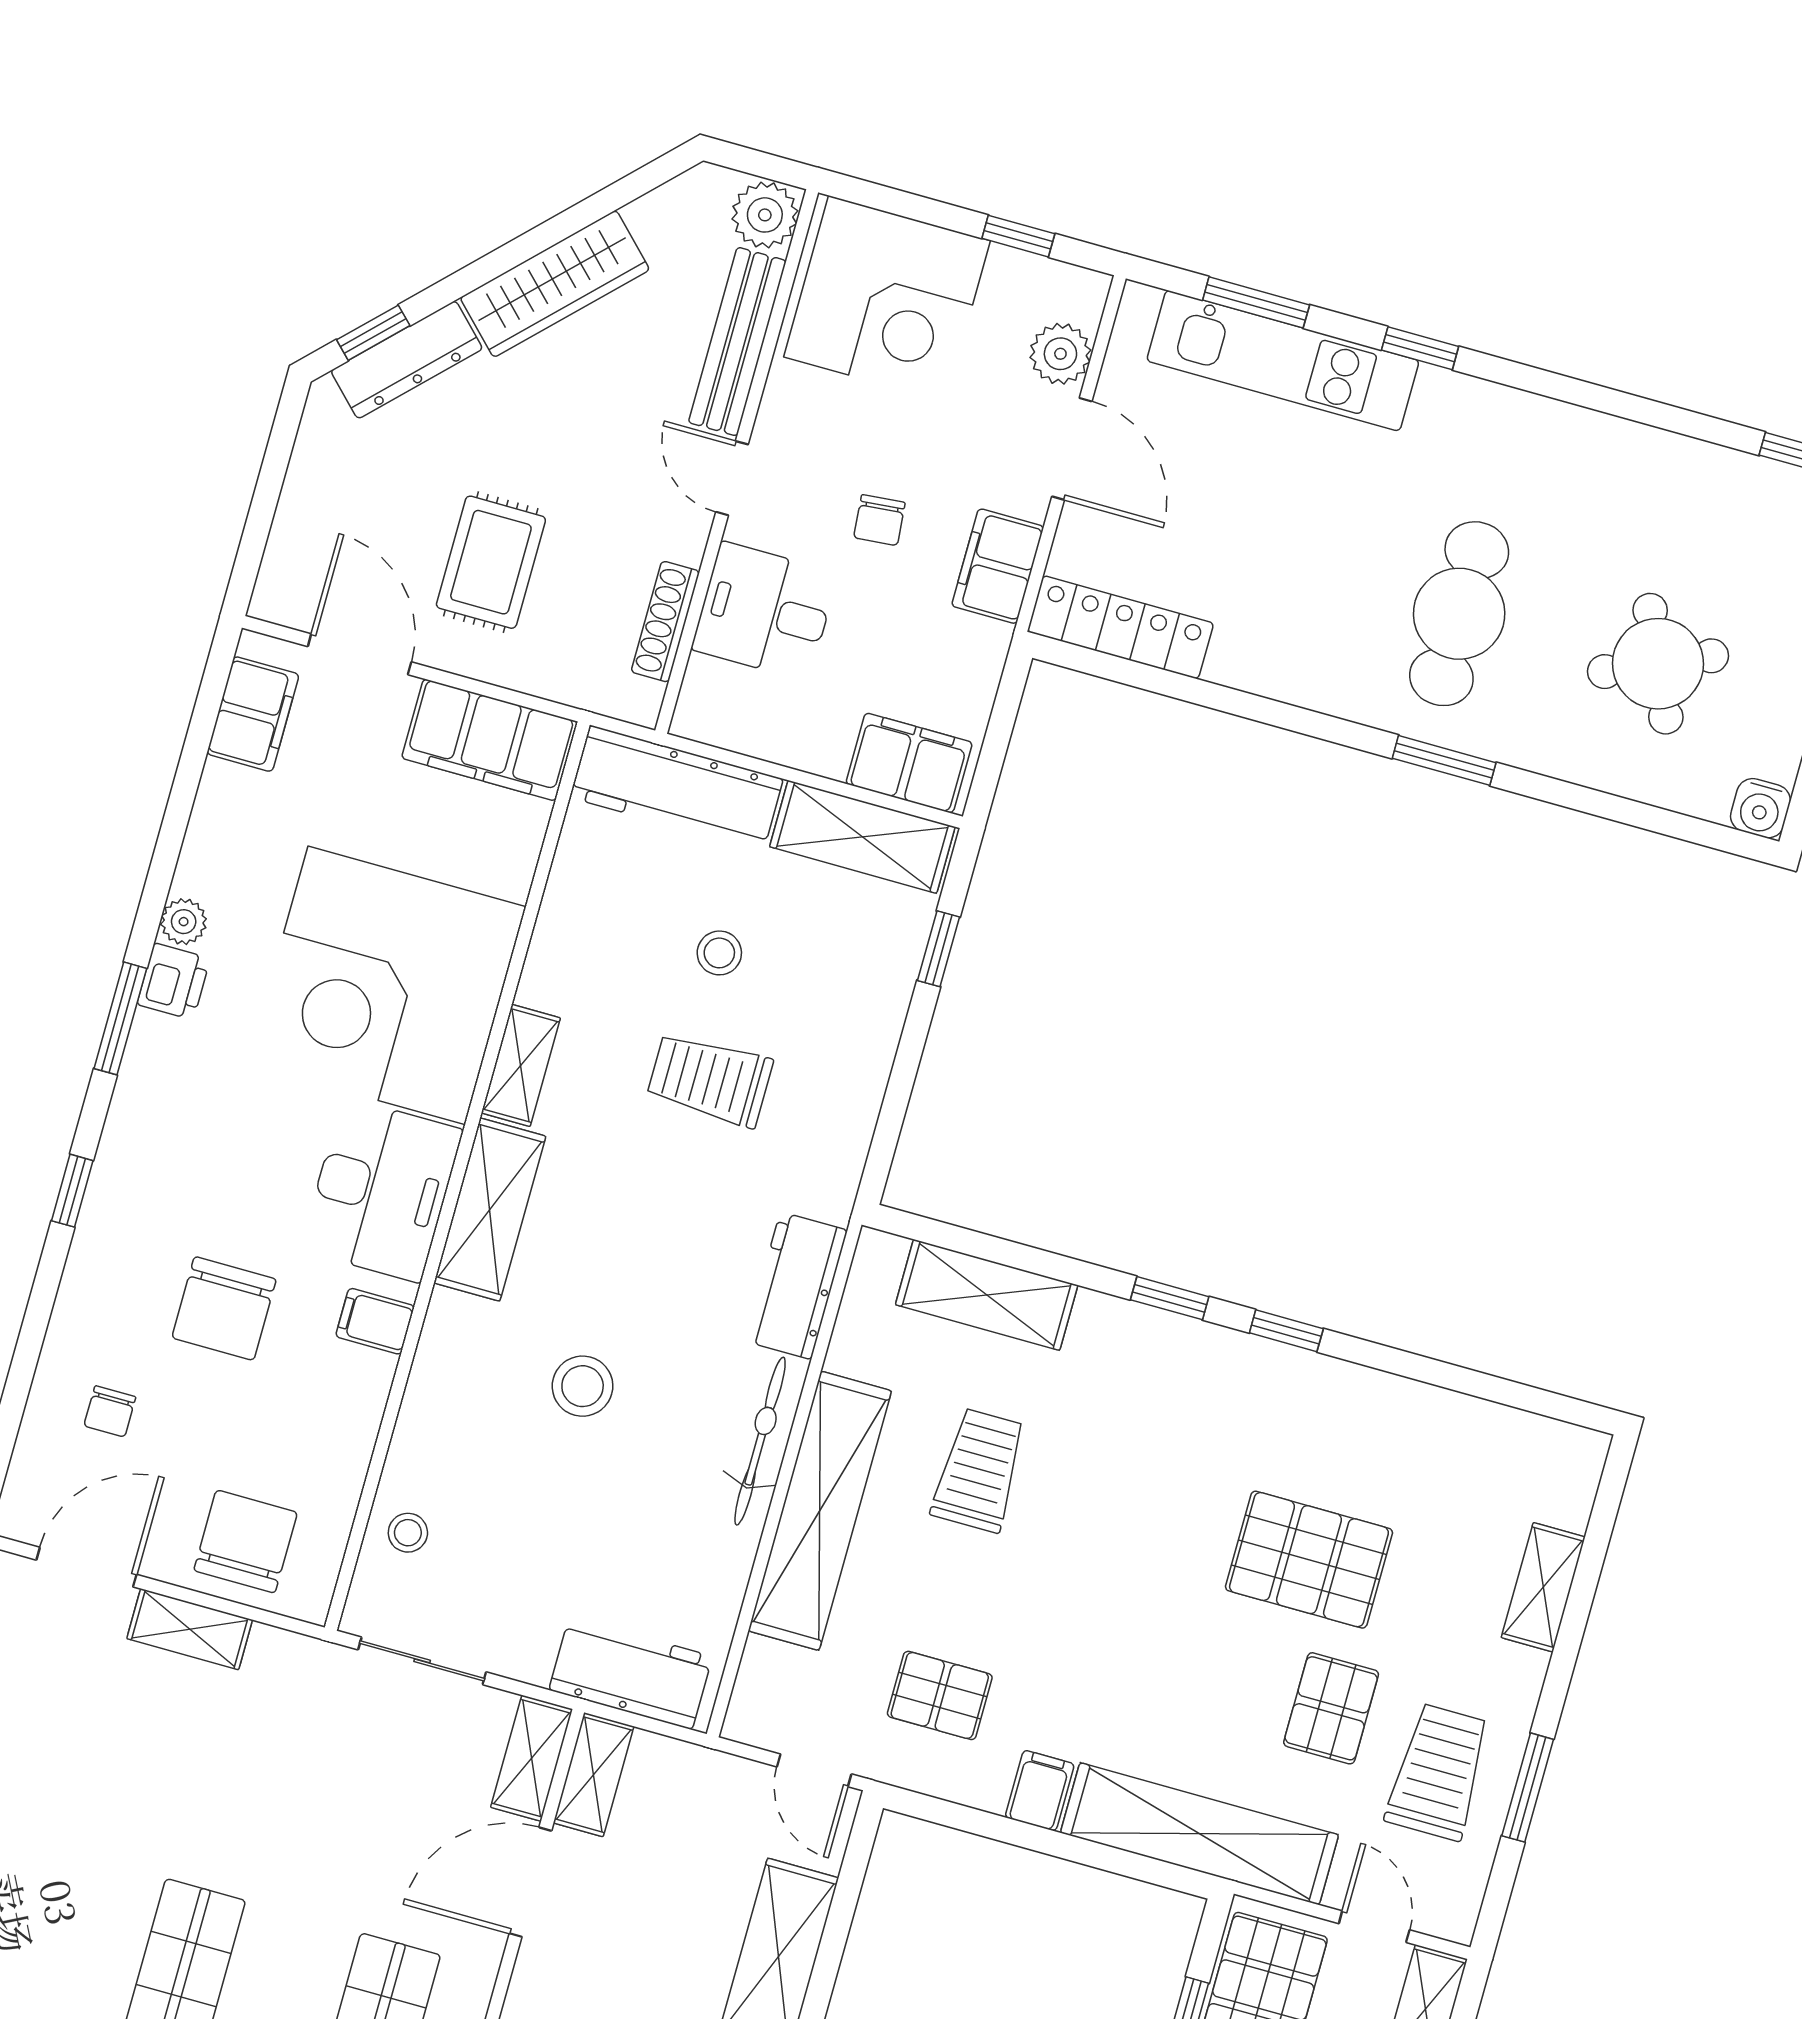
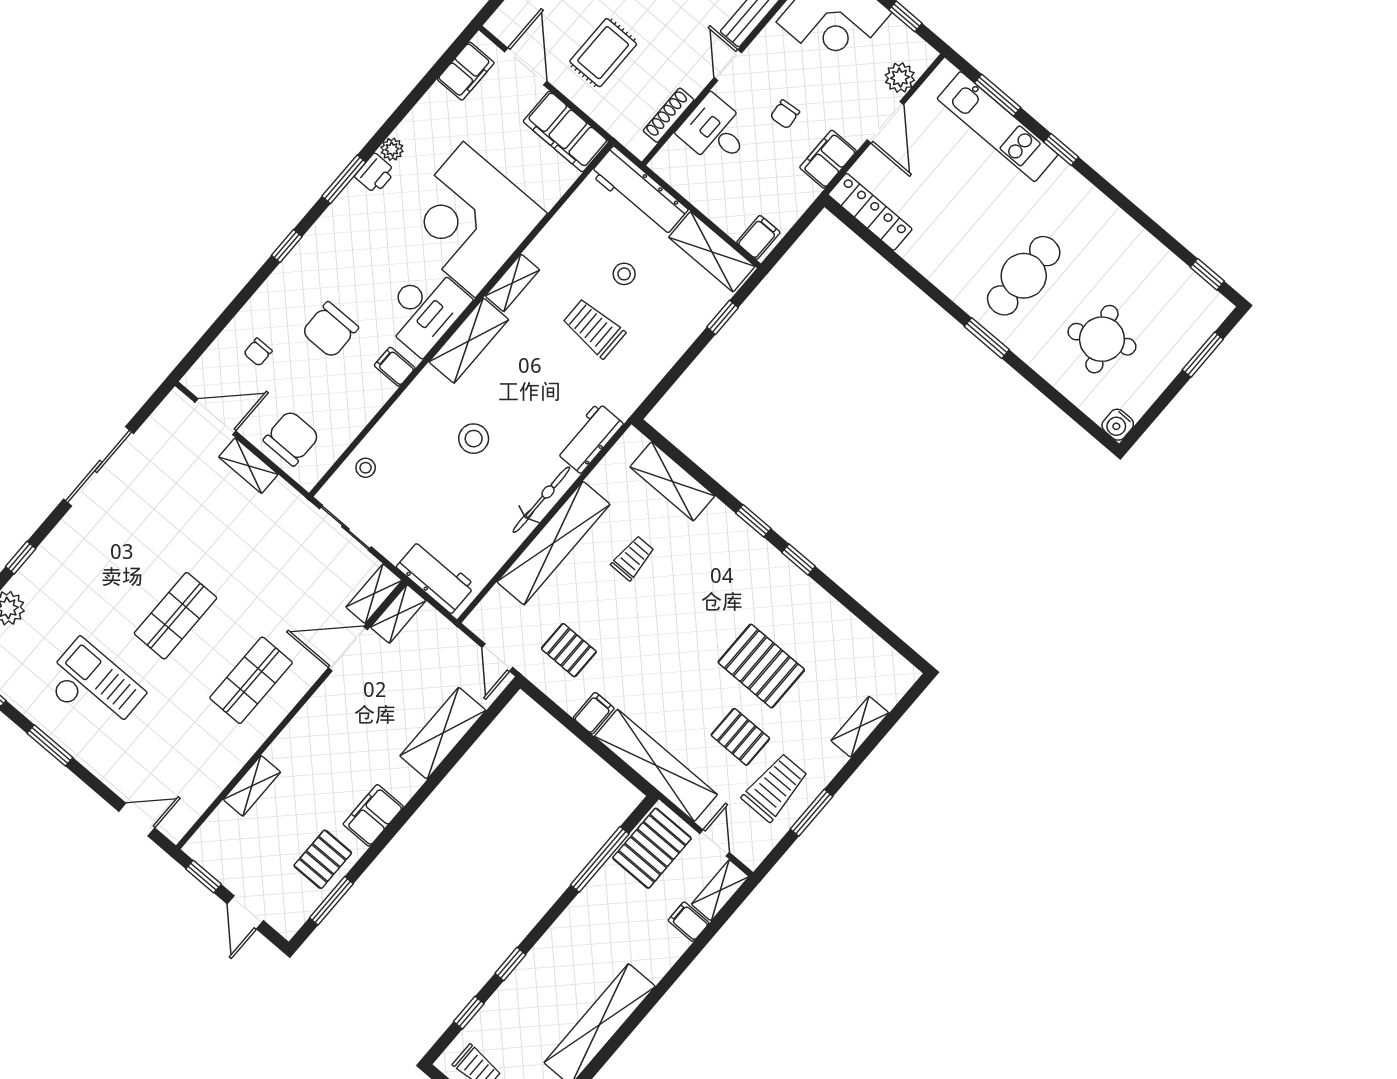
filing cabinet: (909, 763) -> (758, 237), width x0.50
trolley: (979, 1470) -> (633, 558), width x0.73, depth x0.72
pallet: (1331, 1708) -> (740, 737), turned 90

